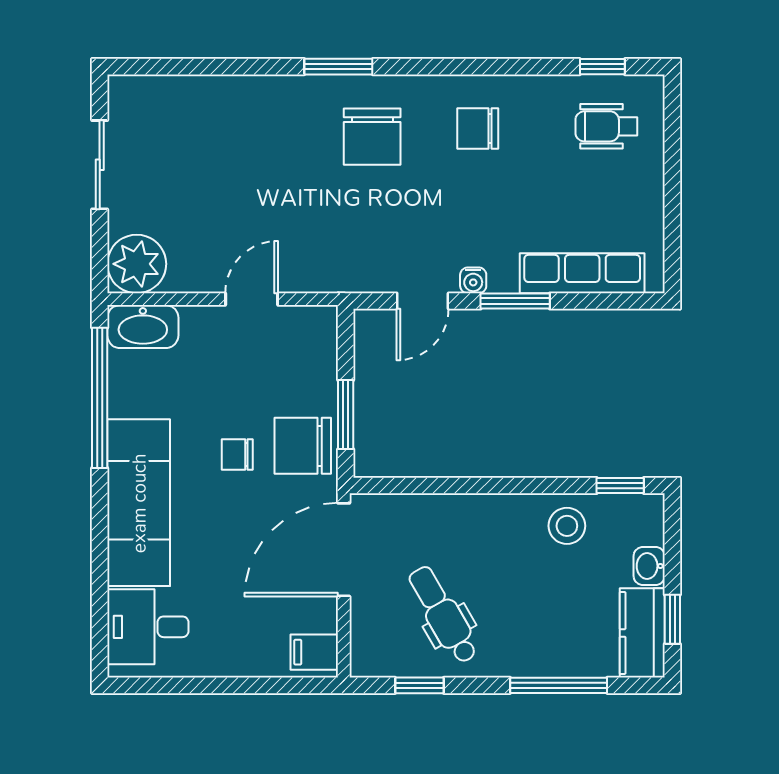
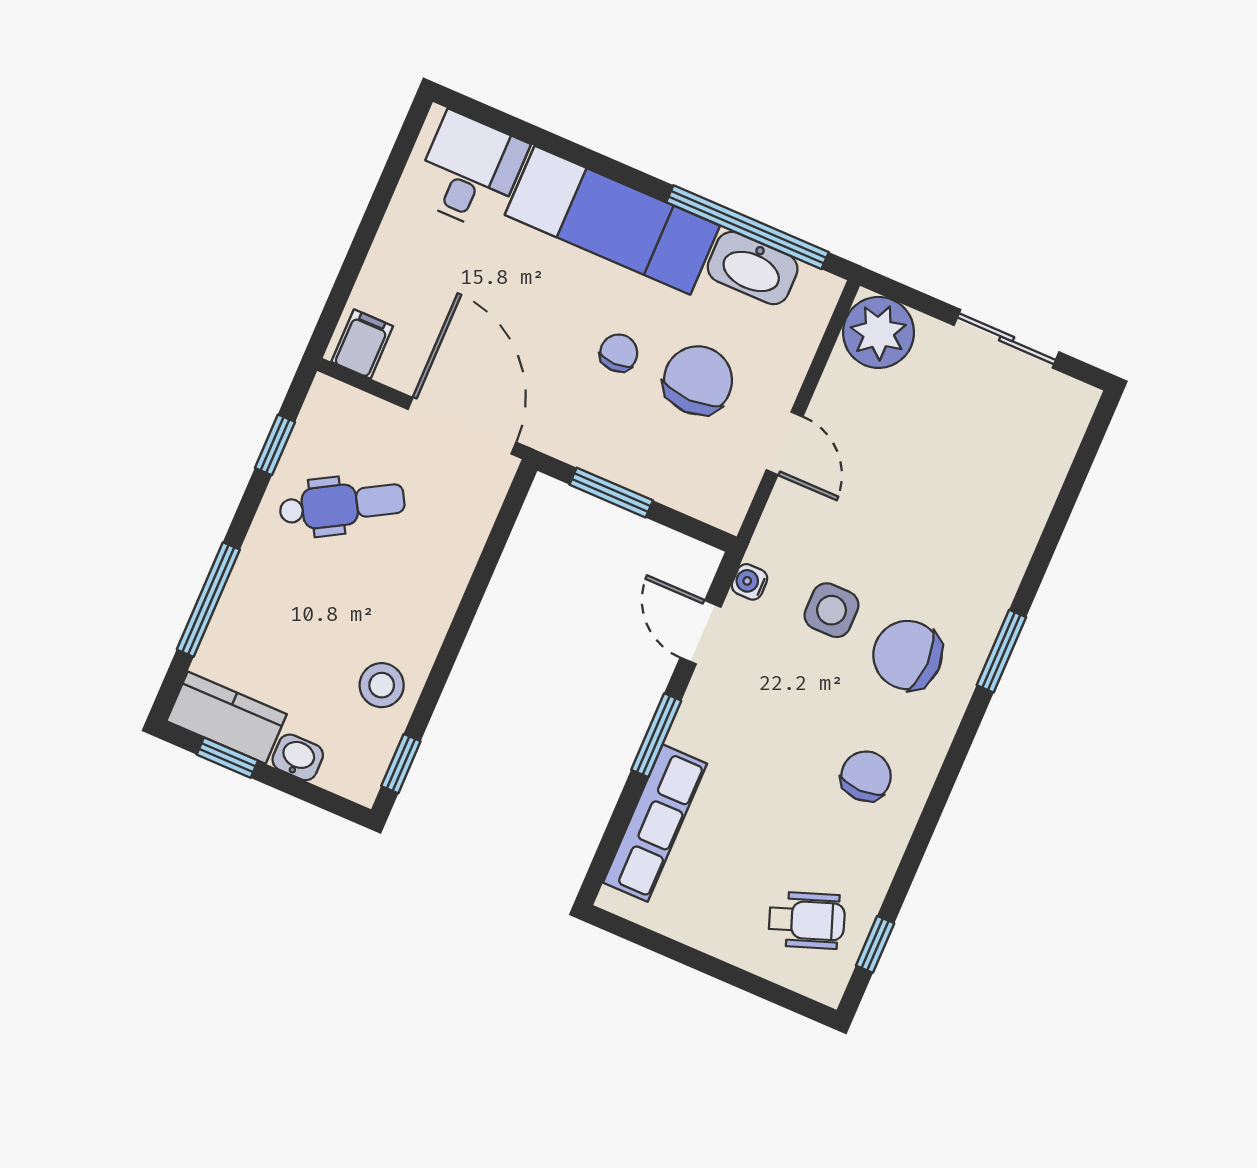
wheelchair: (606, 126) -> (807, 920), turned 70
side table: (363, 209) -> (831, 610), added
water cooler: (473, 280) -> (750, 582), moved
washbasin: (143, 327) -> (753, 268), moved, turned -90
chair: (303, 446) -> (698, 380), moved

